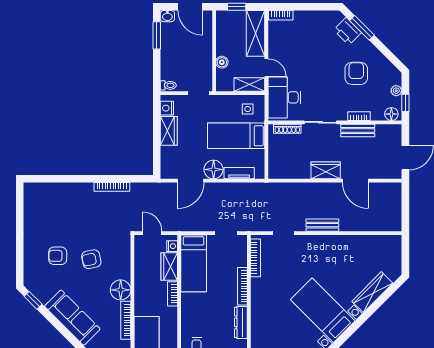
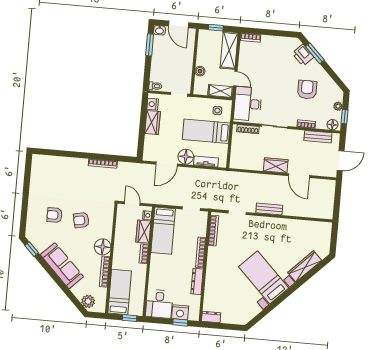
bench: (358, 131) -> (318, 137), moved

